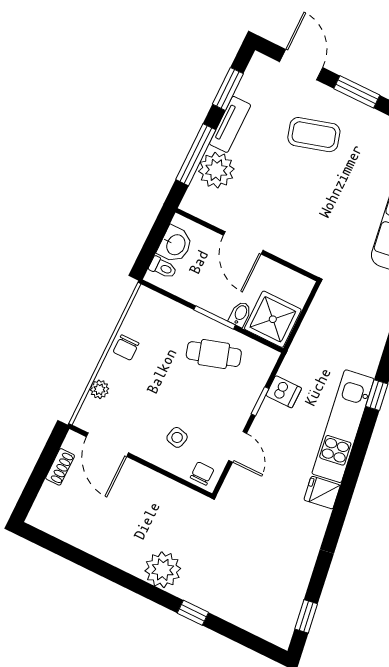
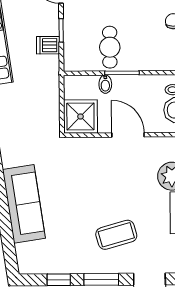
shower: (273, 319) -> (80, 116), moved
cafe table: (214, 354) -> (110, 47), turned -73

